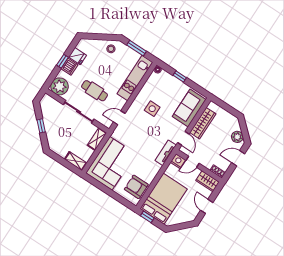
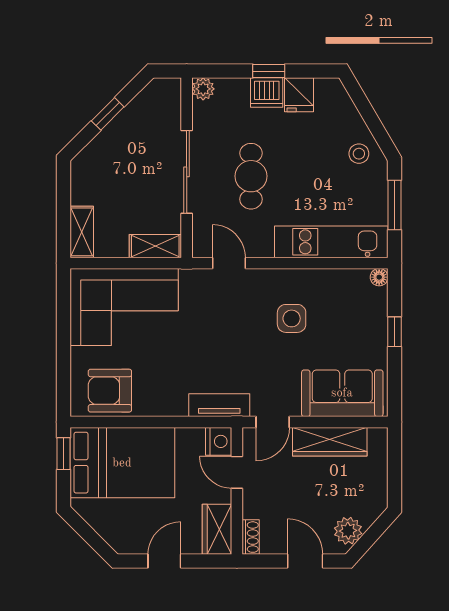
plant: (60, 86) -> (203, 89), width x0.53, depth x0.53
armchair: (136, 187) -> (110, 391), turned -90

